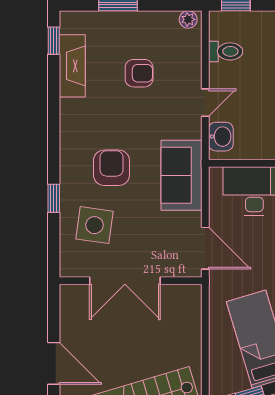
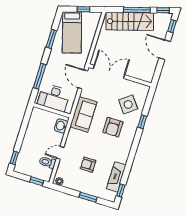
door: (205, 103) -> (60, 153), moved
side table: (94, 225) -> (128, 104), turned 45
double door: (125, 281) -> (109, 72), moved

